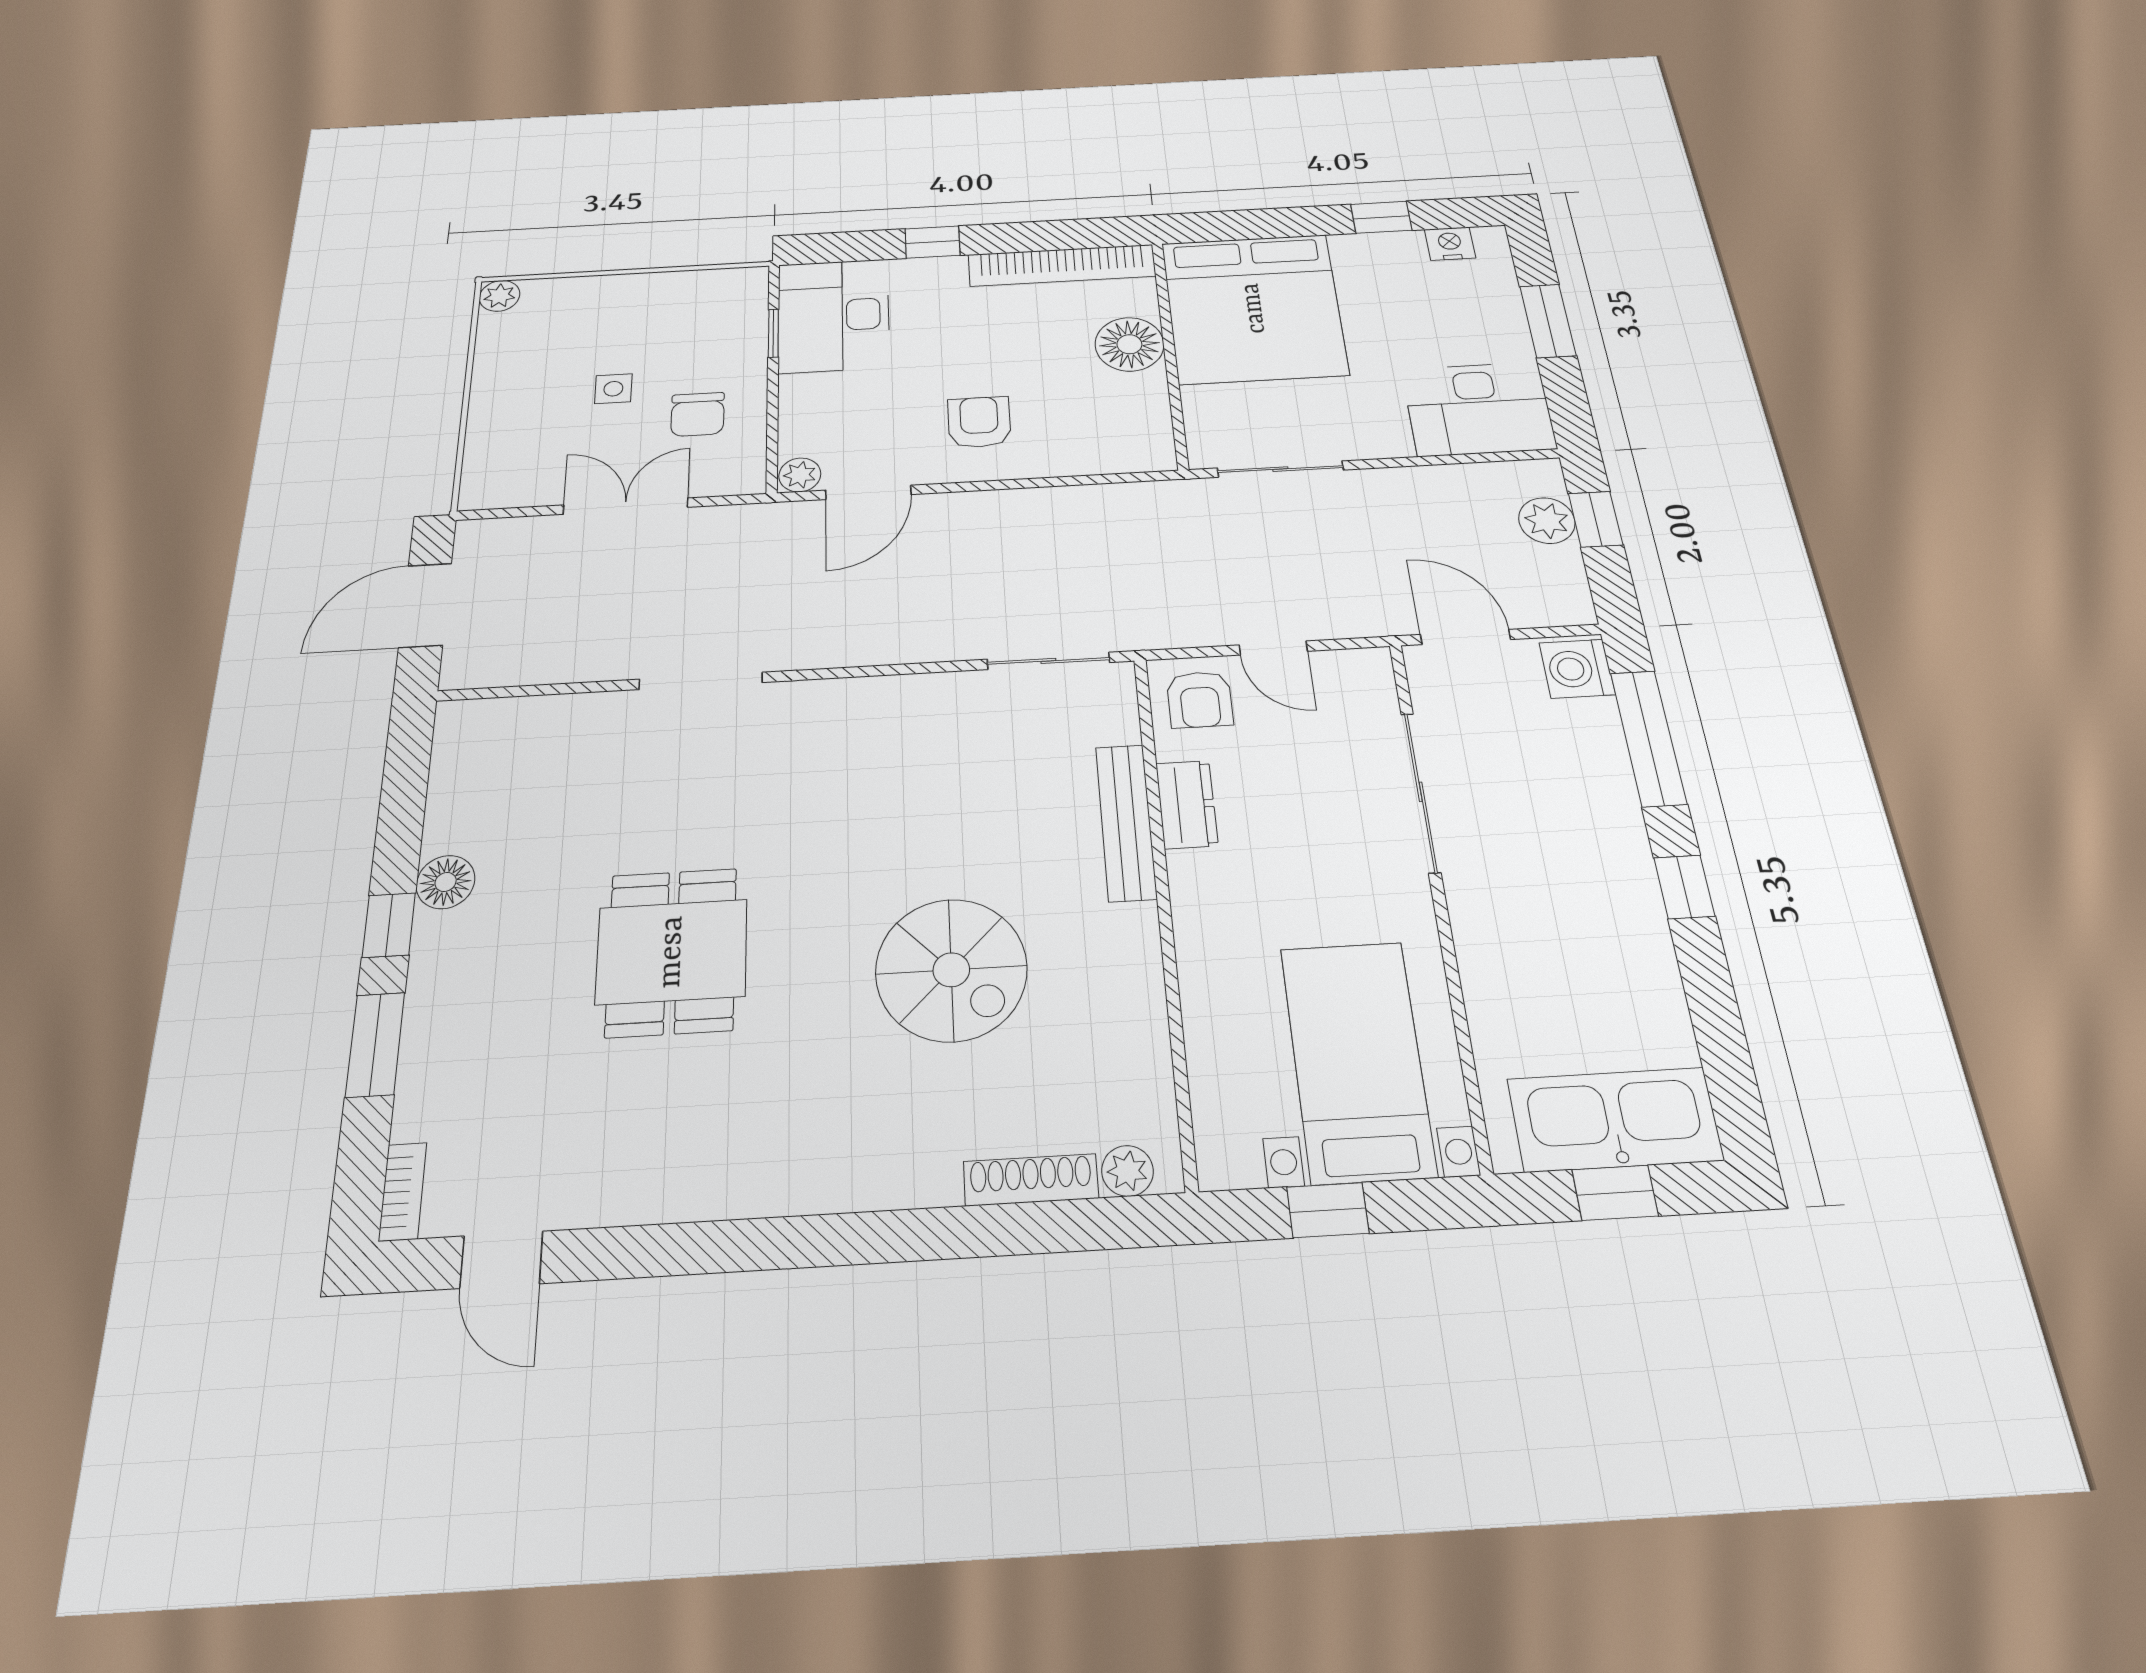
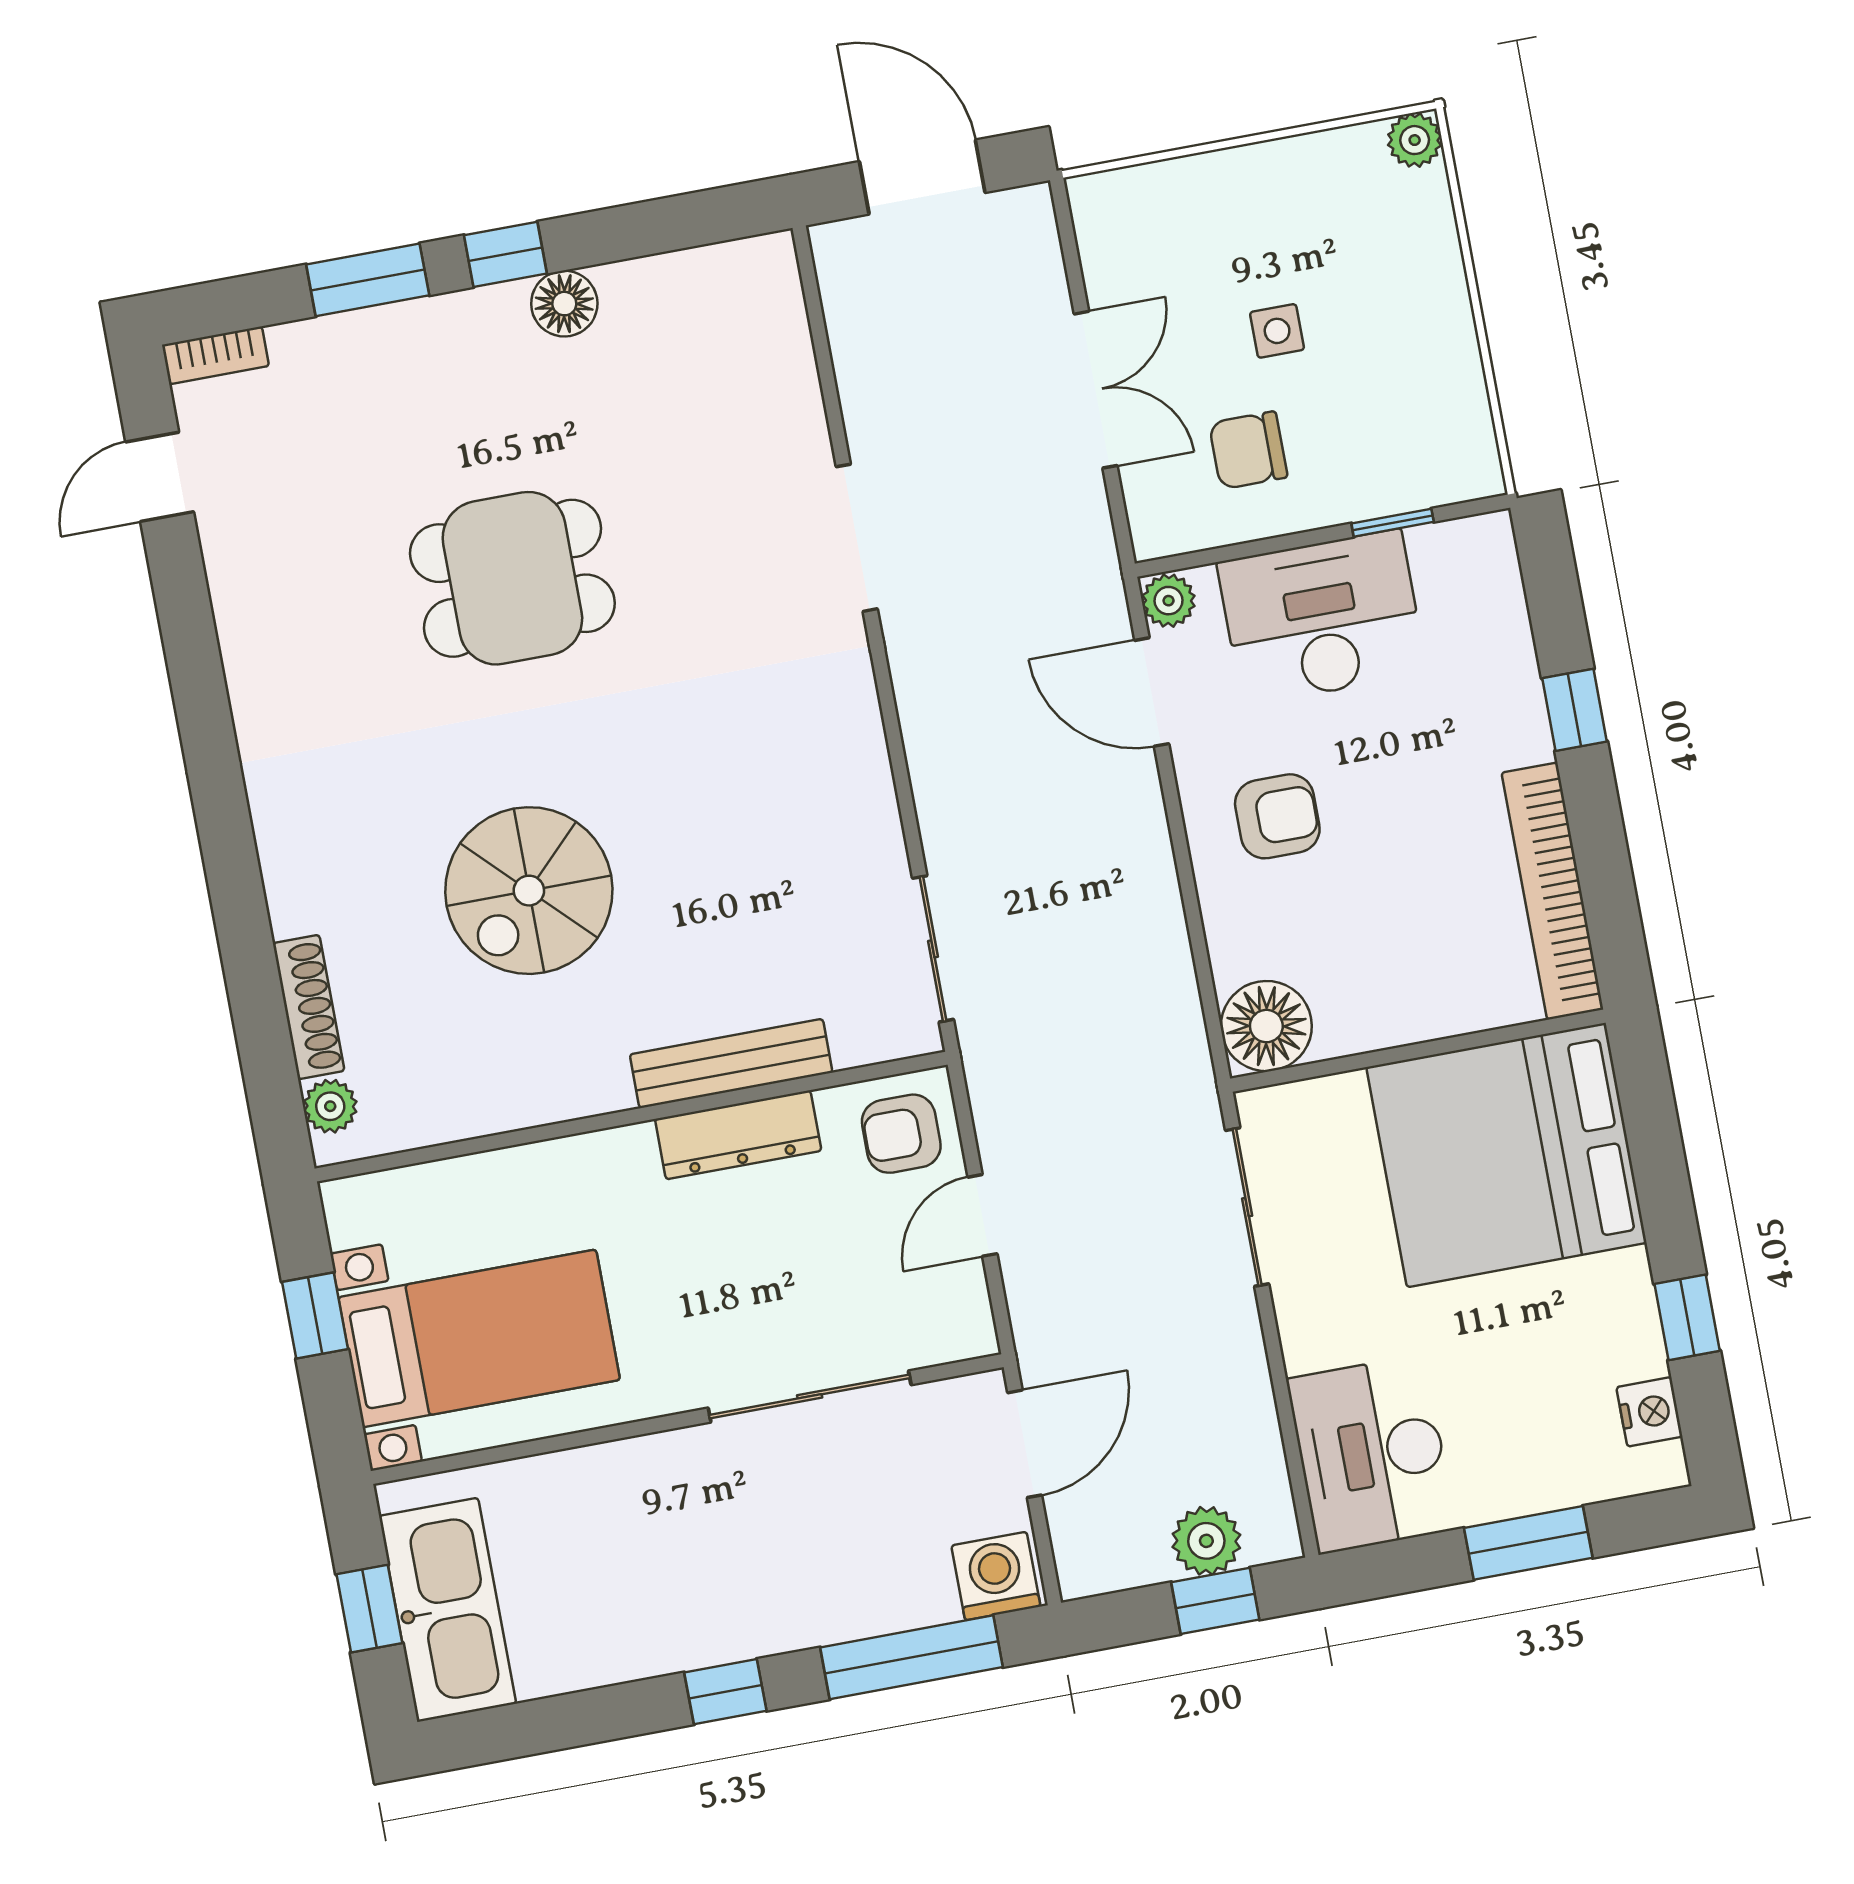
desk: (833, 316) -> (1322, 618), moved
floor lamp: (1129, 344) -> (1266, 1026), moved
dresser: (1187, 804) -> (738, 1135), width x1.44

